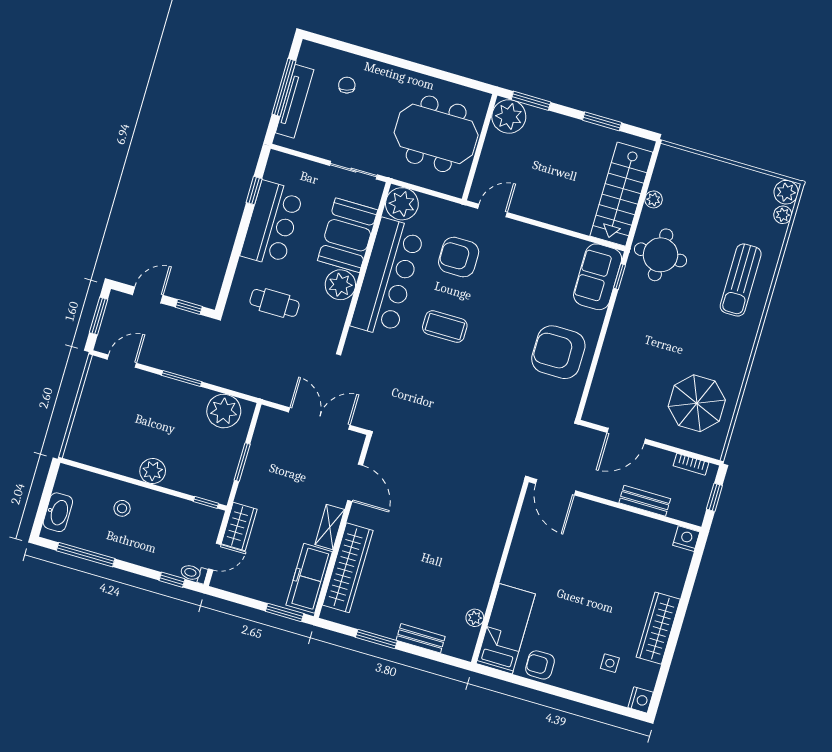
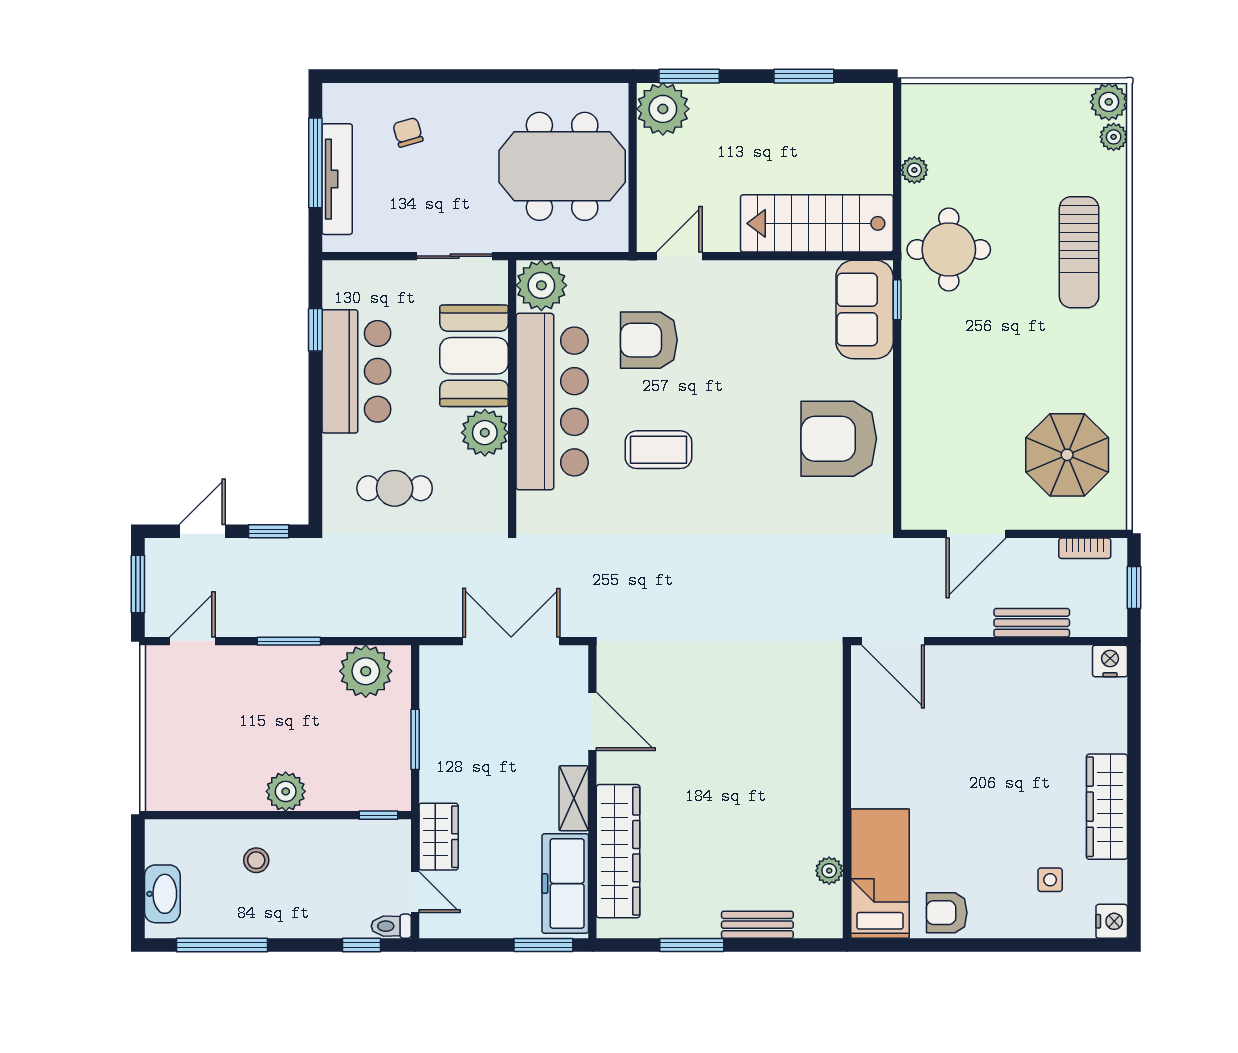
stairs: (621, 194) -> (817, 223), moved, turned 90
door: (215, 557) -> (415, 892), hinge flipped

